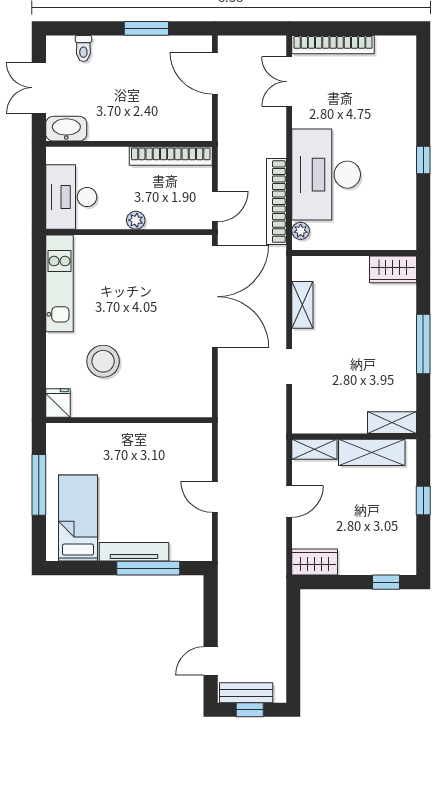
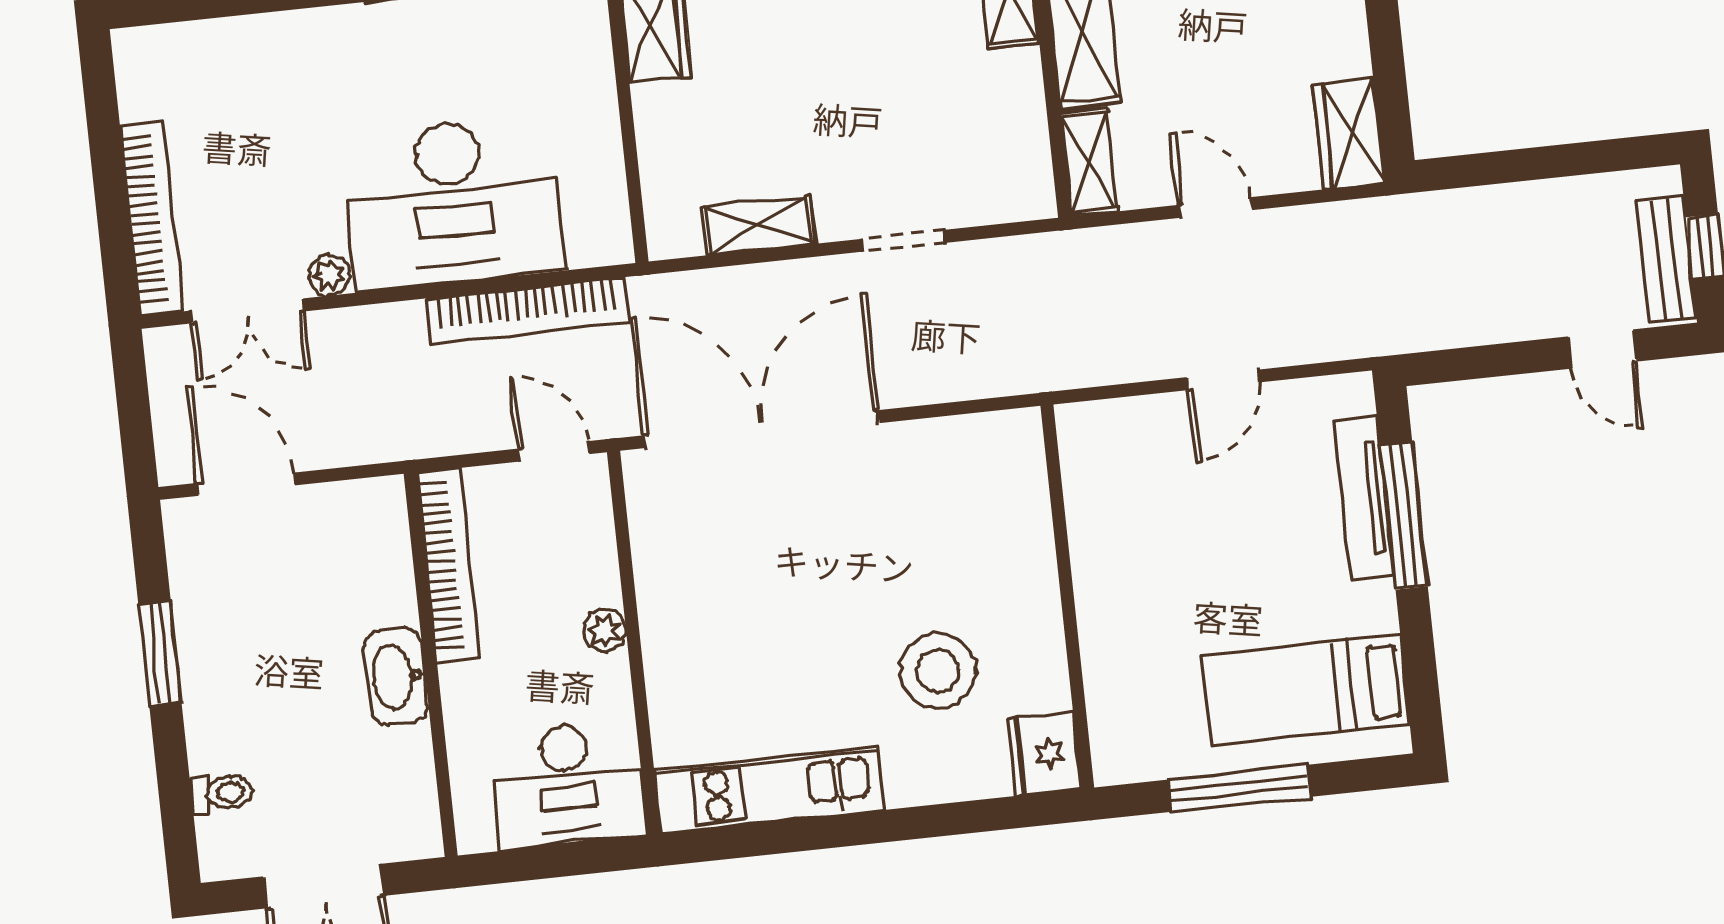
door: (215, 73) -> (246, 484), swing flipped
washbasin: (66, 129) -> (396, 677), moved
plant: (301, 231) -> (329, 275), moved
fridge: (58, 403) -> (1044, 754), width x1.38
tv unit: (134, 552) -> (1364, 498), moved

